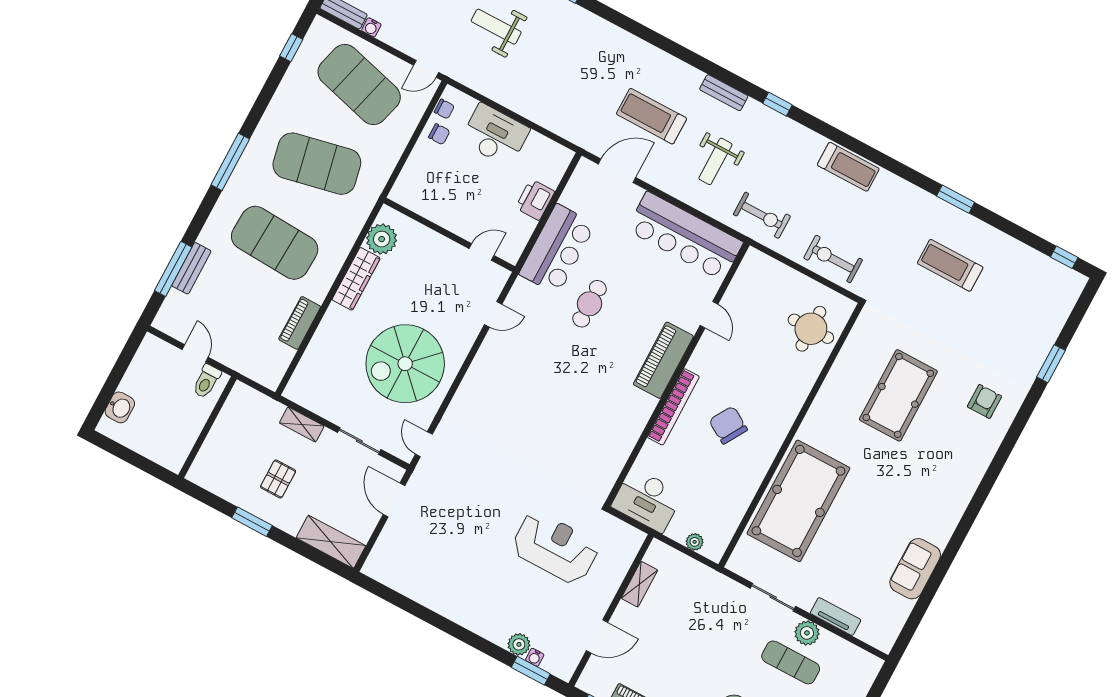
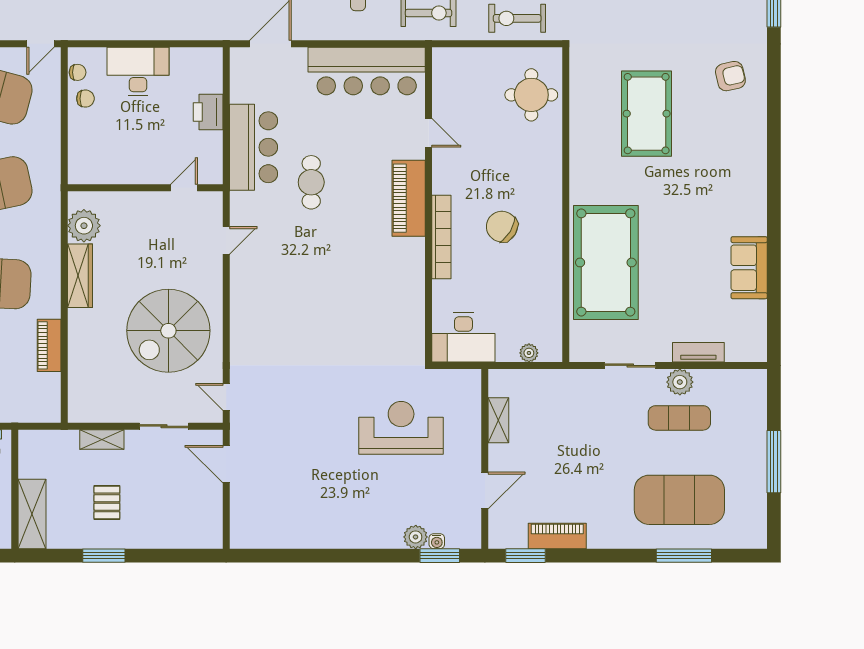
armchair: (984, 401) -> (730, 76), turned 77
shelving: (331, 542) -> (32, 514), moved, turned 90

